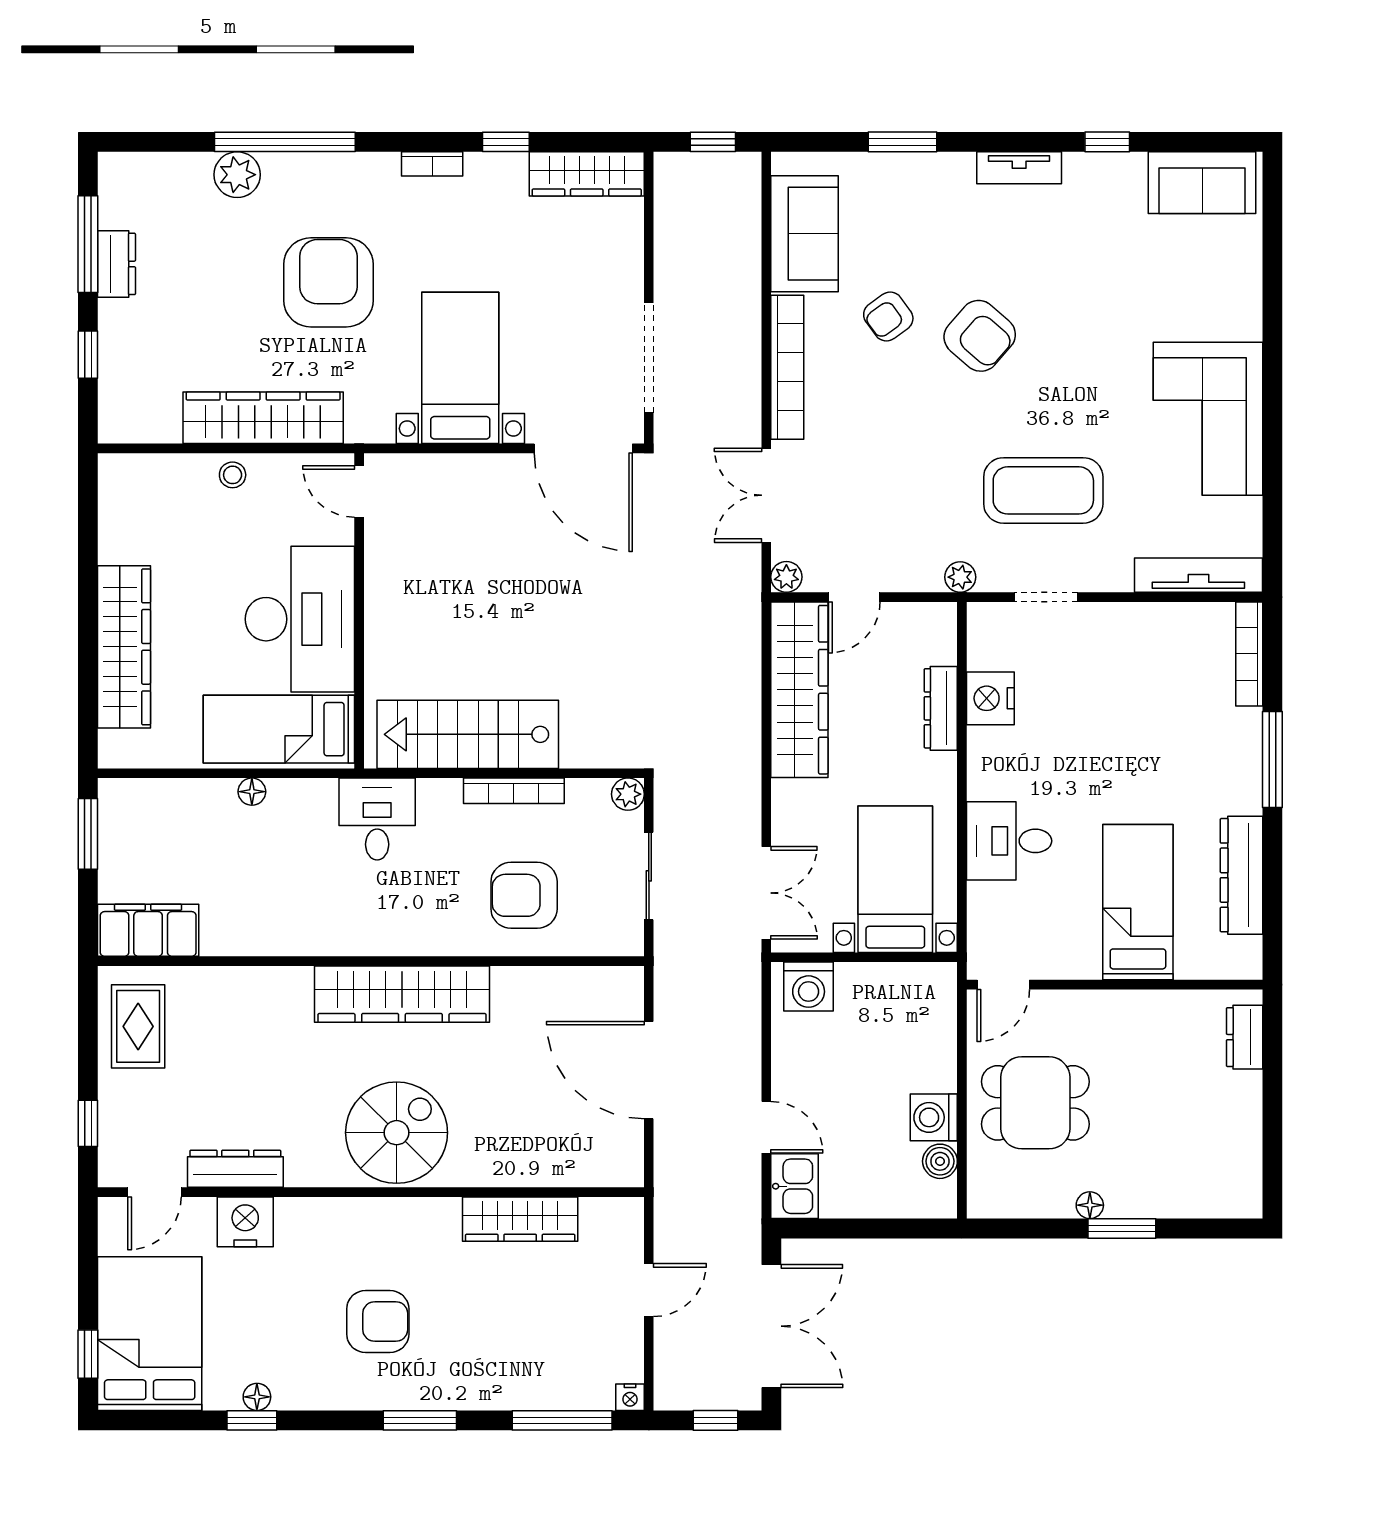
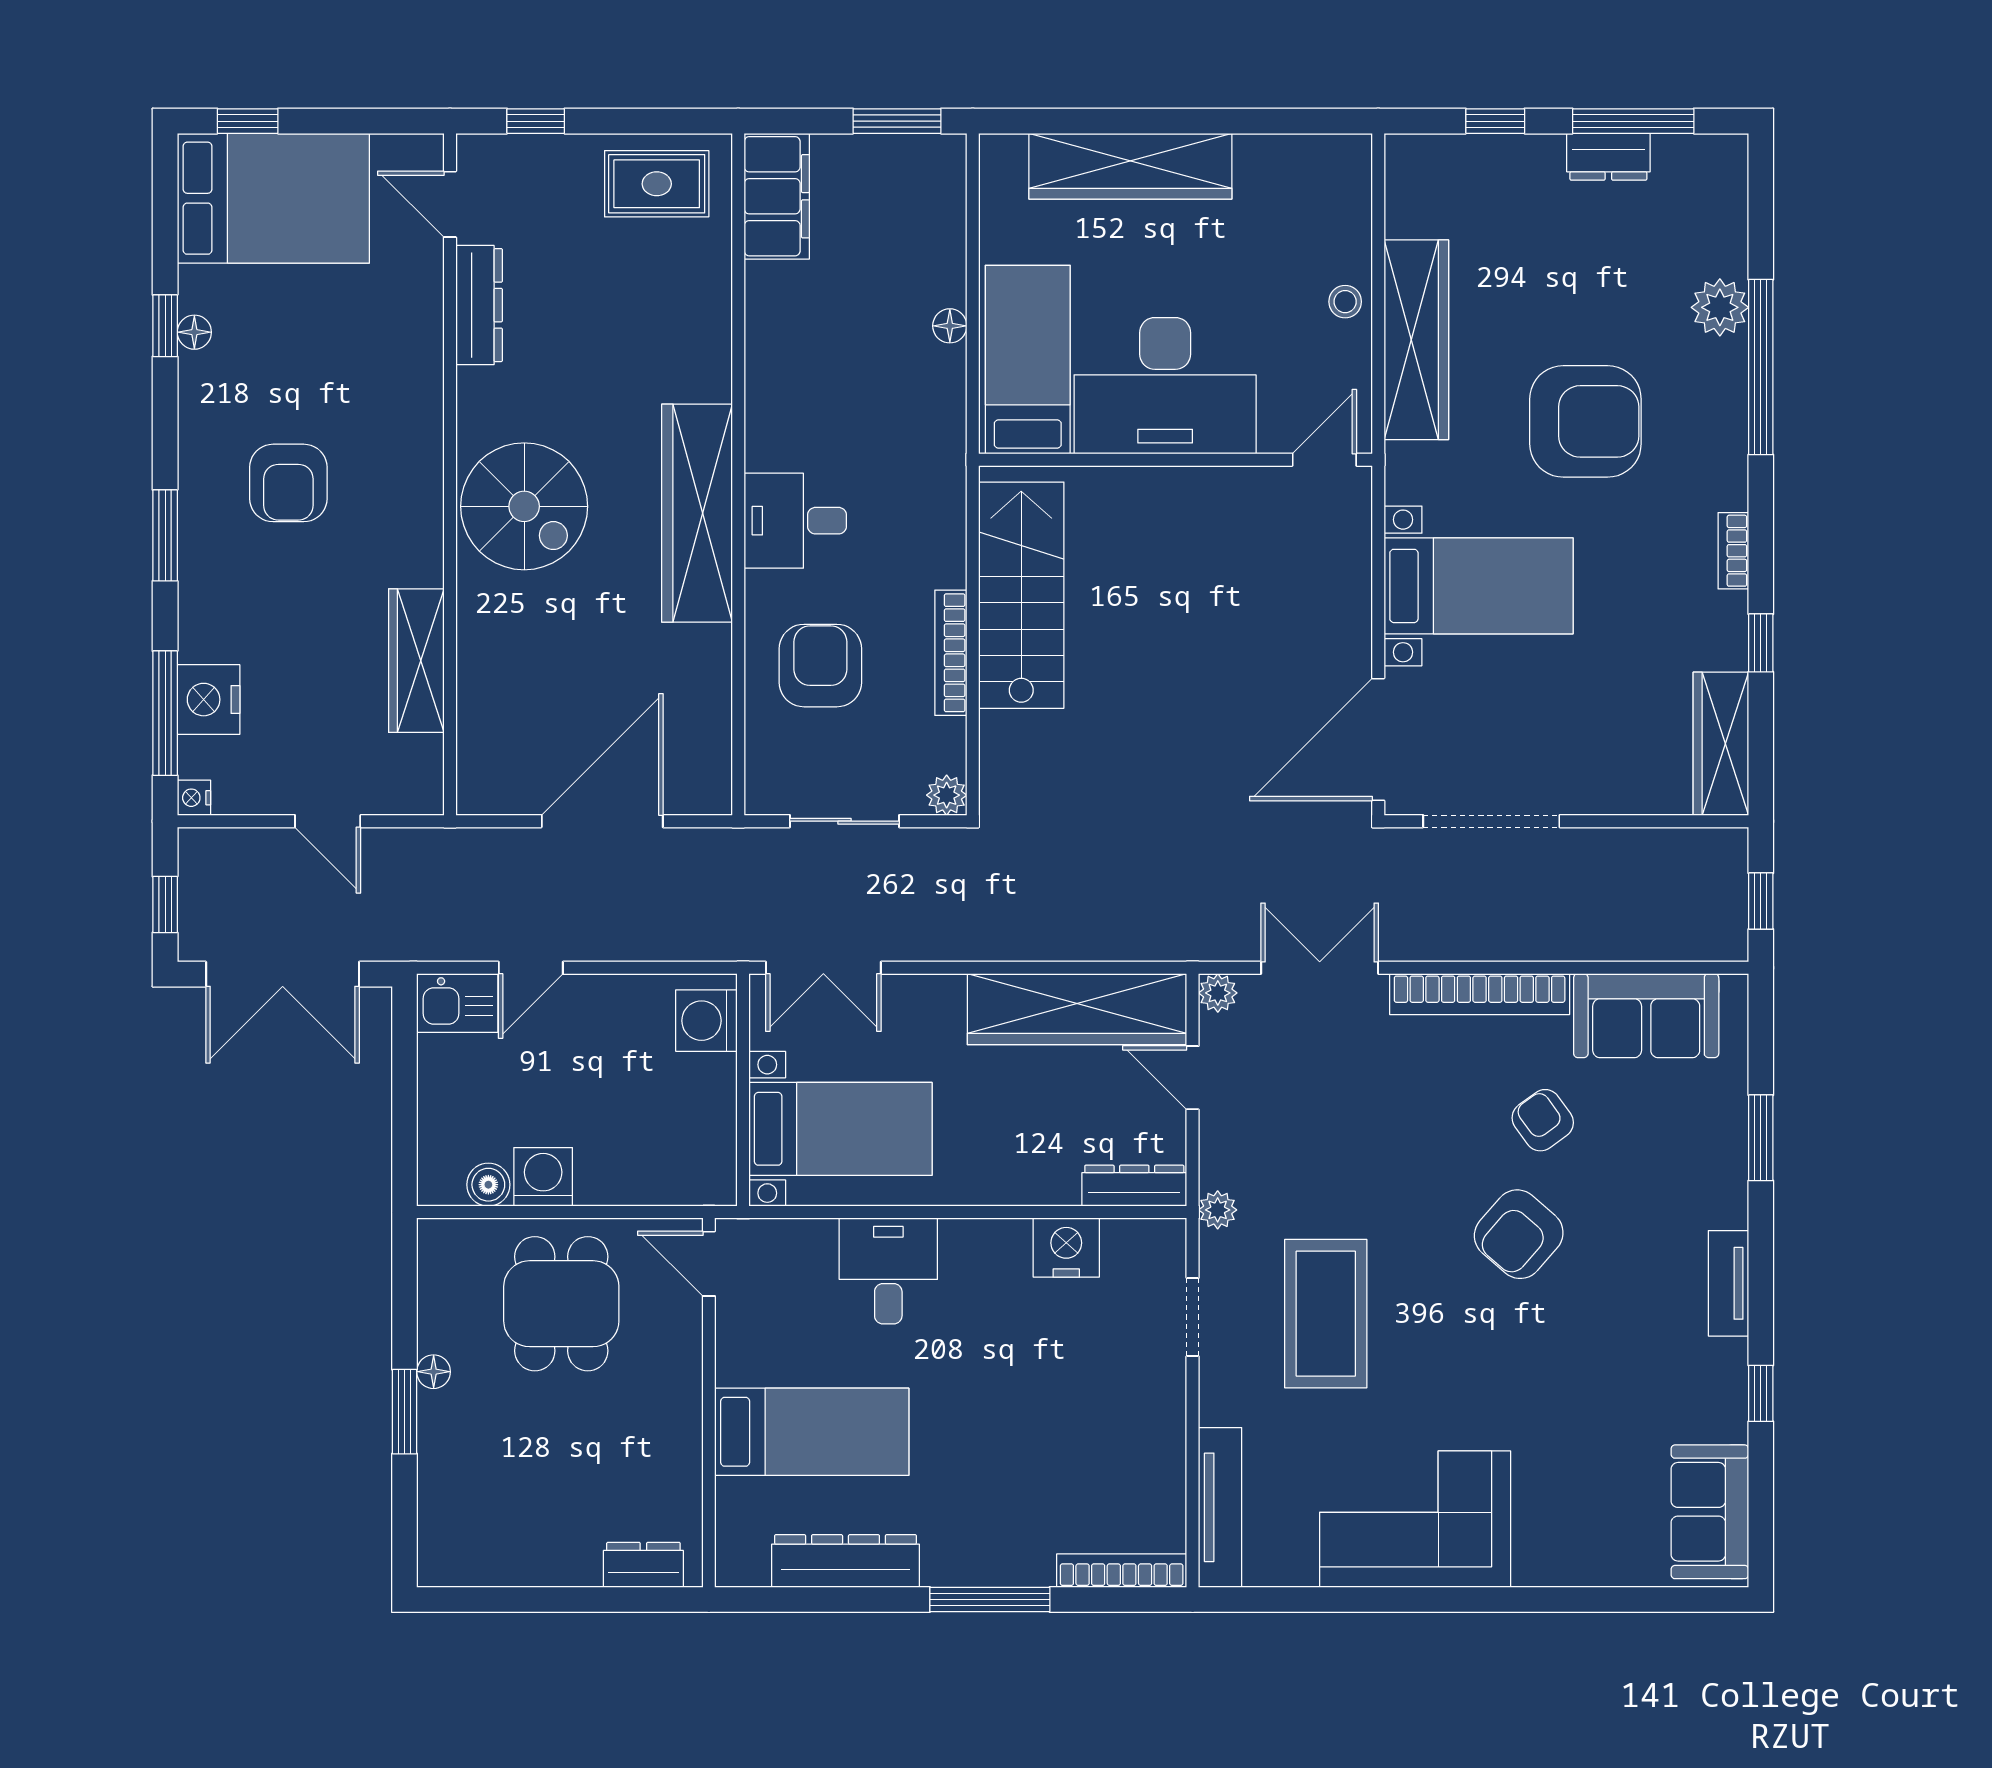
dresser: (941, 708) -> (1134, 1186), moved
desk: (377, 819) -> (795, 521), moved, turned 180
nightstand: (245, 1222) -> (209, 700), moved, turned 180

